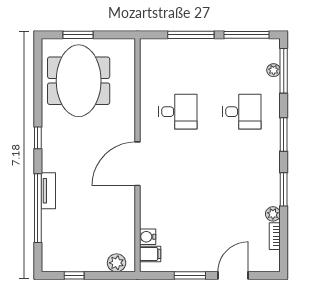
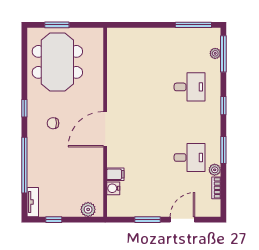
window: (191, 35) -> (148, 25), removed
desk: (178, 112) -> (190, 157), moved
window: (284, 135) -> (223, 106), width x0.67
chair: (73, 156) -> (53, 123), added
tv unit: (48, 191) -> (33, 202), moved
filing cabinet: (150, 254) -> (115, 174), moved

